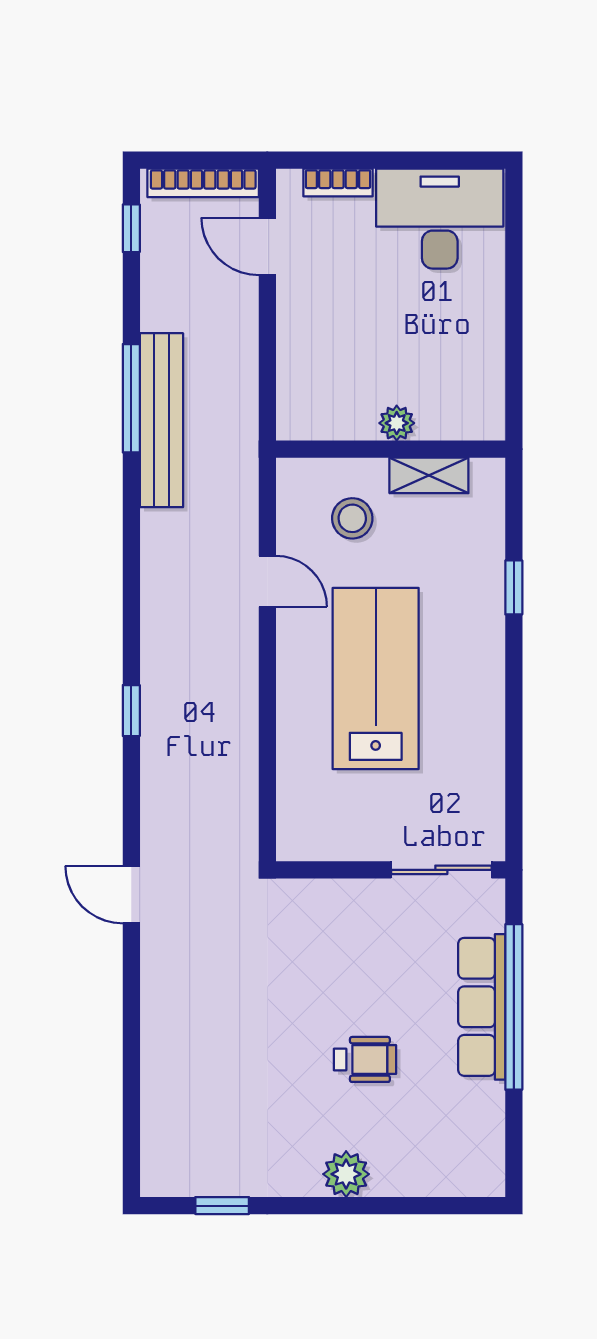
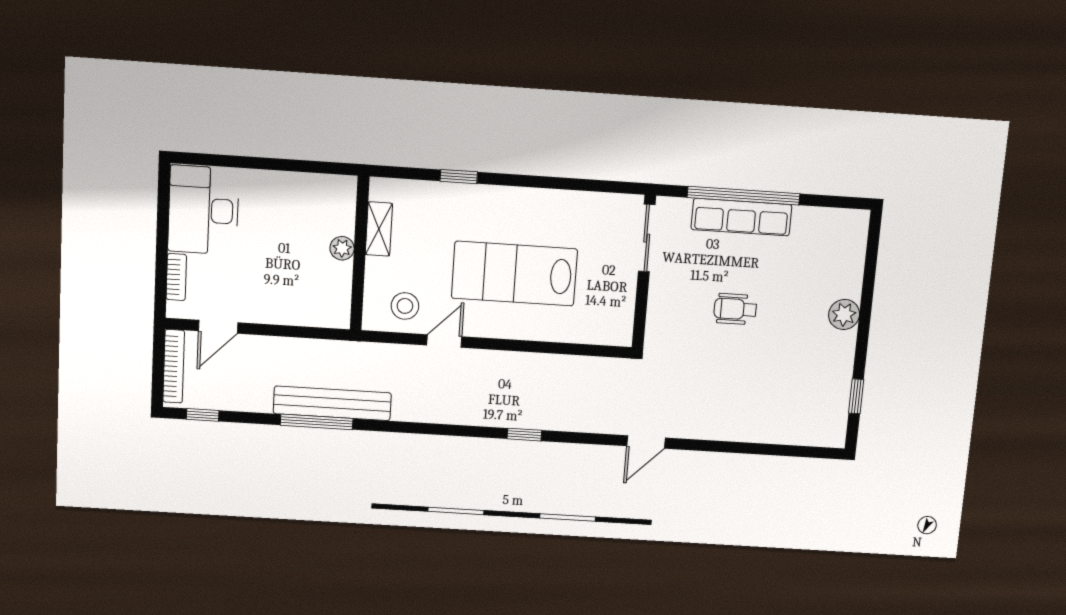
stool: (352, 518) -> (405, 306), moved
wheelchair: (365, 1059) -> (735, 309), moved, turned -90

